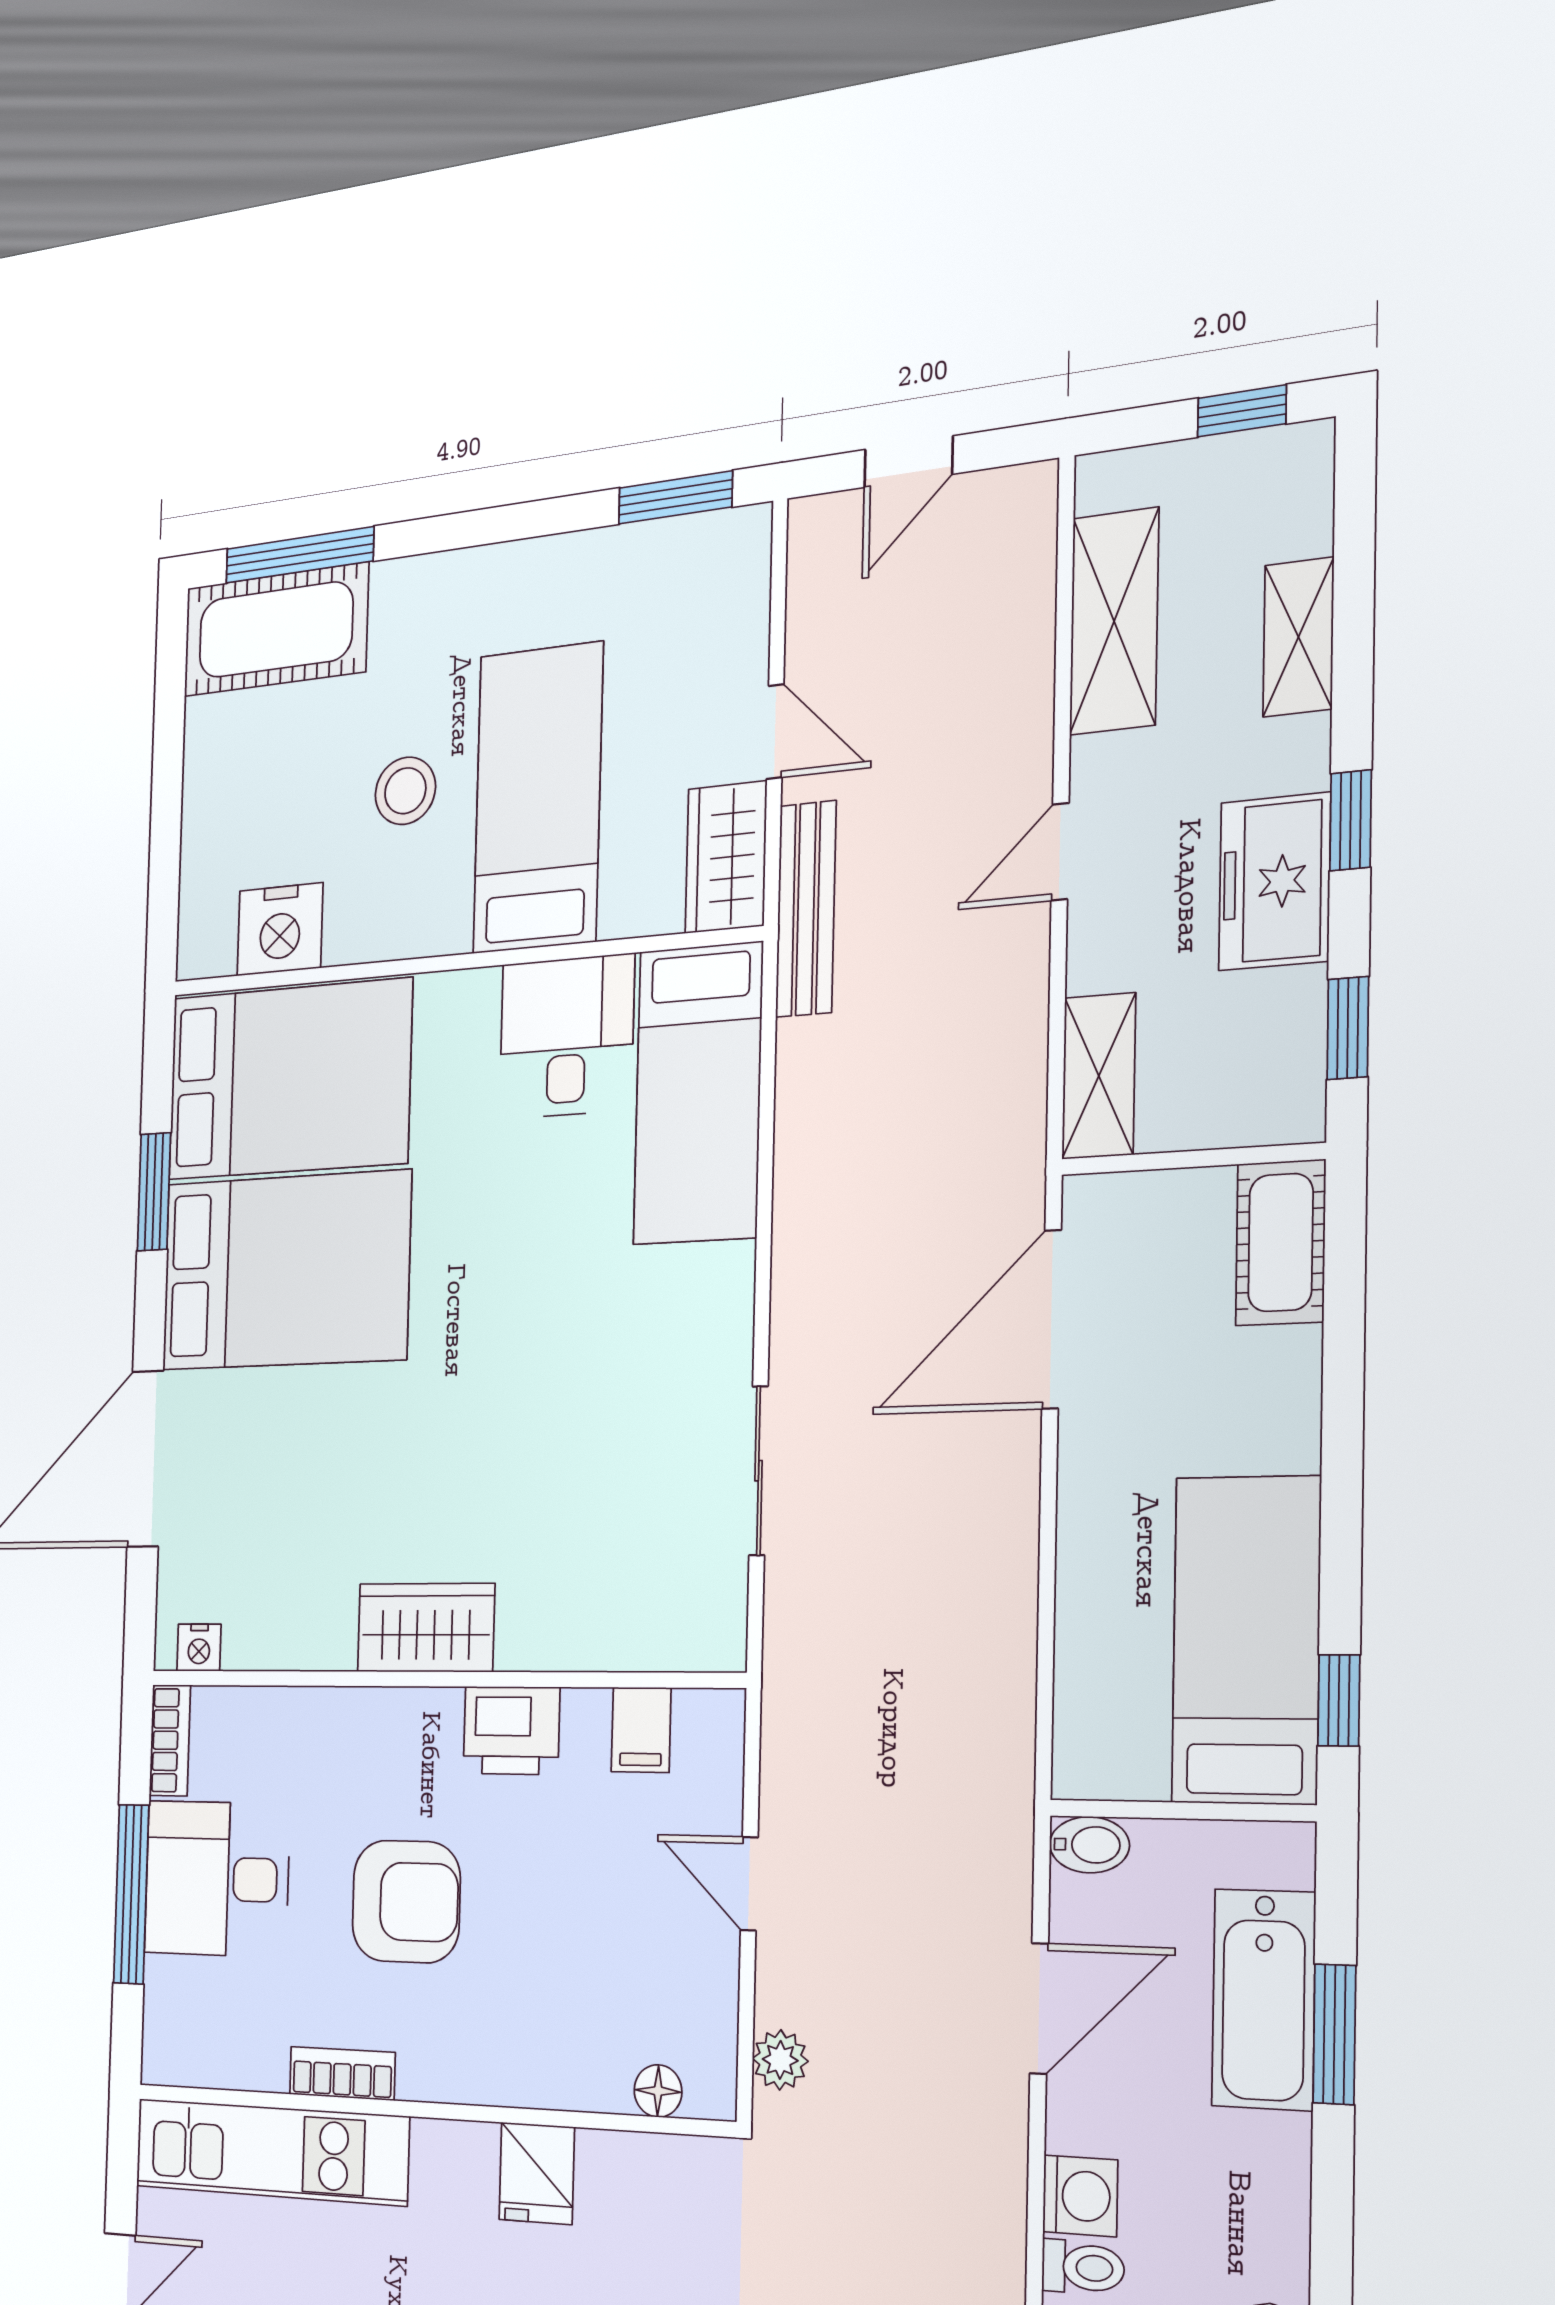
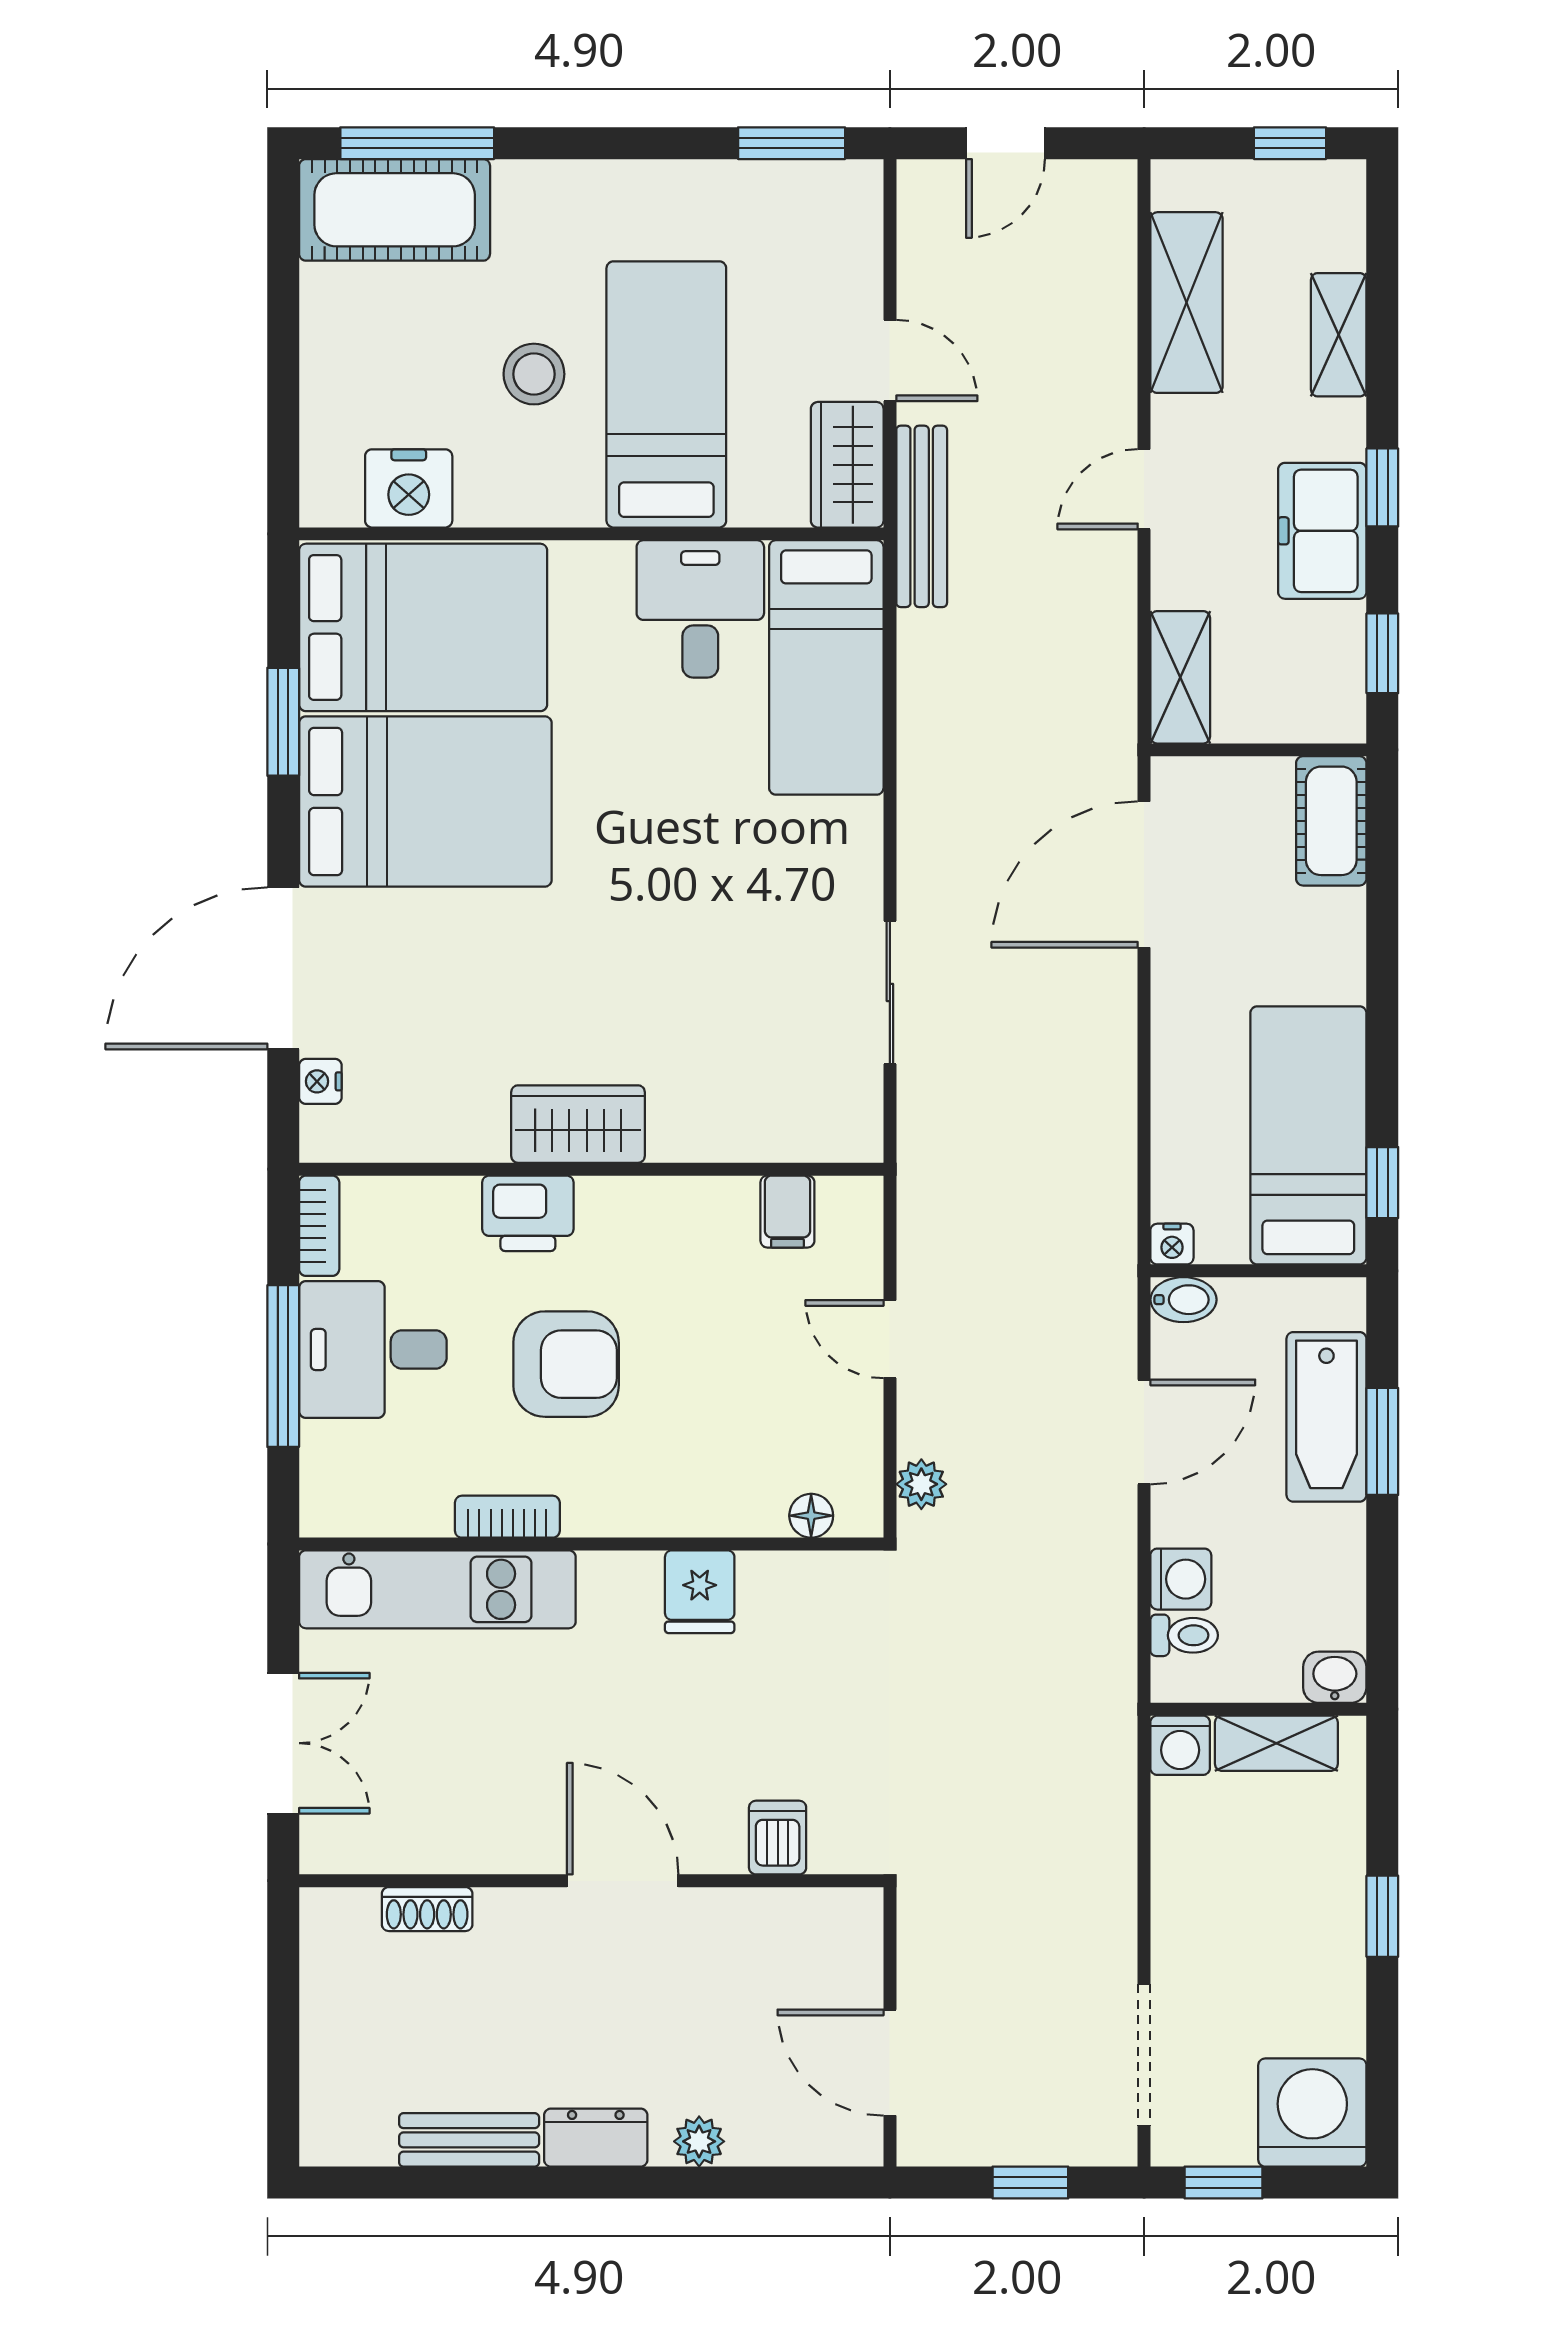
nightstand: (199, 1648) -> (320, 1081), moved, turned 90
printer: (511, 1730) -> (528, 1213), moved
nightstand: (1077, 1775) -> (1172, 1244), added

